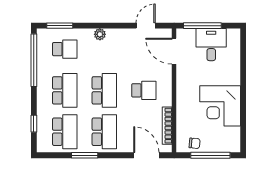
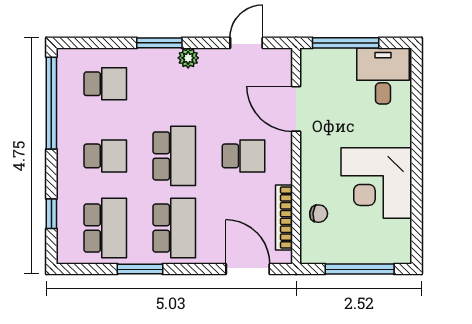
window: (60, 26) -> (159, 43), moved
plant: (100, 34) -> (188, 58), moved
desk: (211, 45) -> (383, 76), moved
door: (174, 51) -> (296, 109), moved
school desk: (65, 90) -> (105, 156), width x0.54
chair: (195, 143) -> (319, 214), moved

